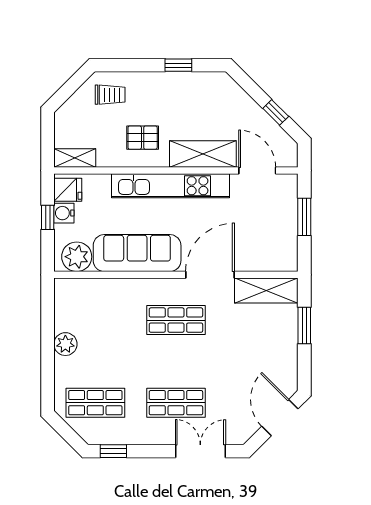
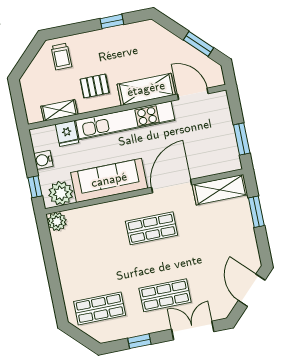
trolley: (110, 95) -> (61, 57), turned 90
window: (276, 112) -> (198, 44), width x1.50
shelving: (75, 158) -> (59, 110), moved
fridge: (68, 190) -> (67, 134), moved, turned 90
window: (48, 217) -> (35, 187), moved
window: (304, 217) -> (242, 139), moved
plant: (65, 344) -> (57, 222), moved
window: (113, 451) -> (139, 341), moved

